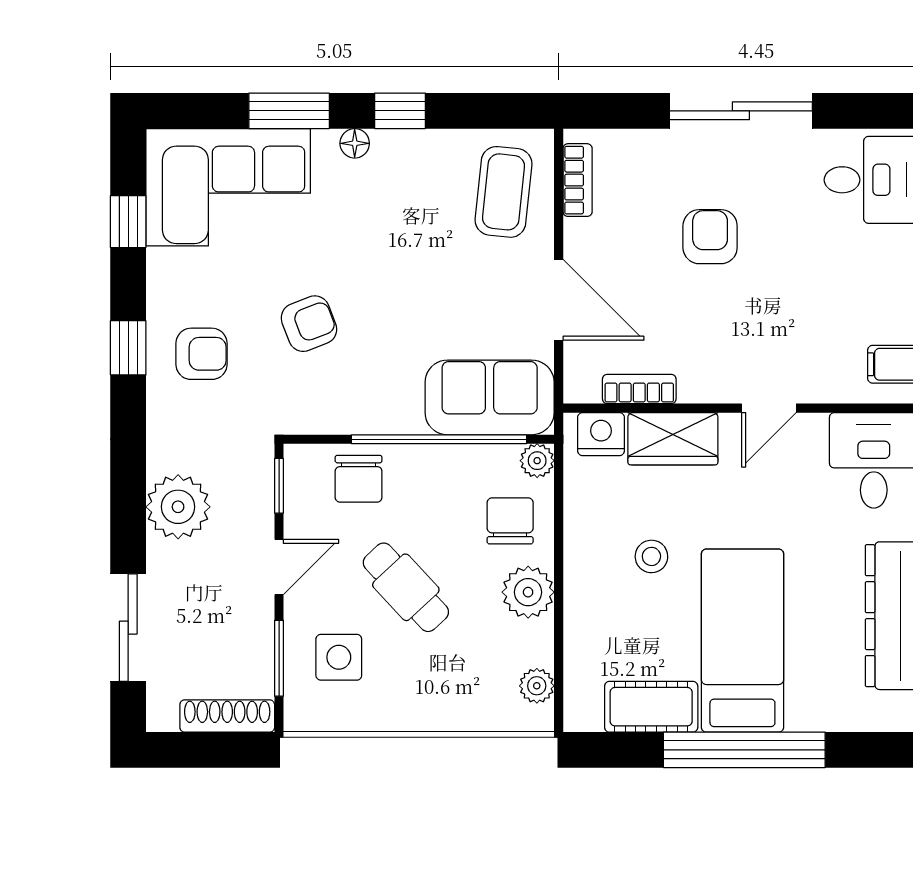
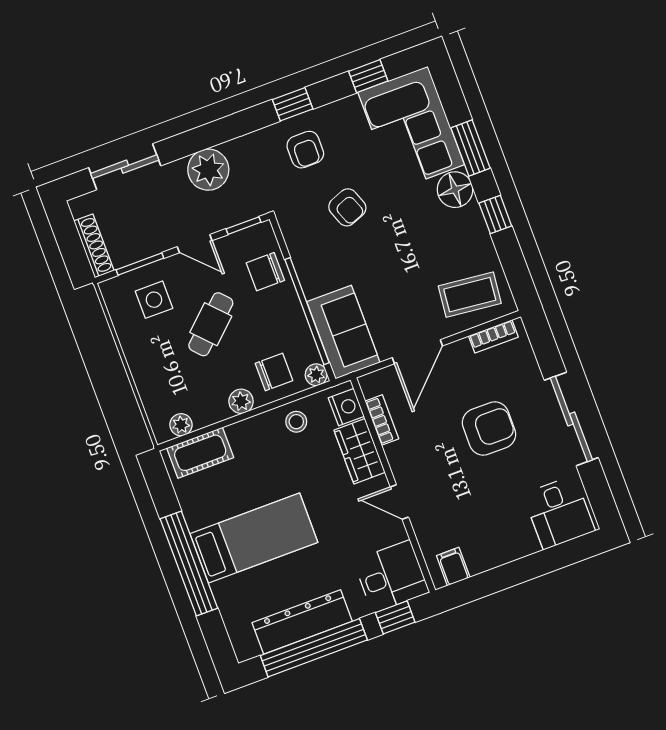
floor lamp: (355, 143) -> (455, 190), width x1.89, depth x1.89
armchair: (710, 237) -> (489, 428), width x1.38, depth x1.38
stool: (651, 556) -> (296, 422), moved
plant: (528, 592) -> (241, 401), width x0.73, depth x0.73
cot: (651, 707) -> (200, 453), moved, turned 90

